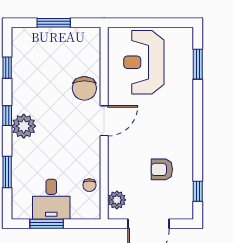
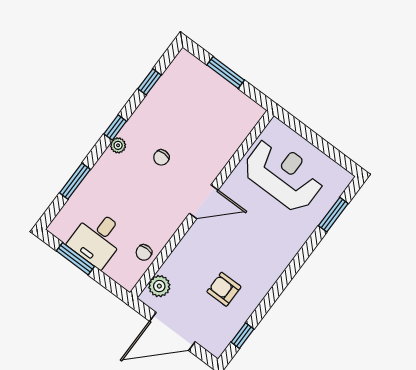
reception desk: (144, 62) -> (283, 174), turned 90
chair: (84, 88) -> (161, 157), moved, width x0.54, depth x0.54
plant: (24, 126) -> (118, 145), width x0.53, depth x0.53

